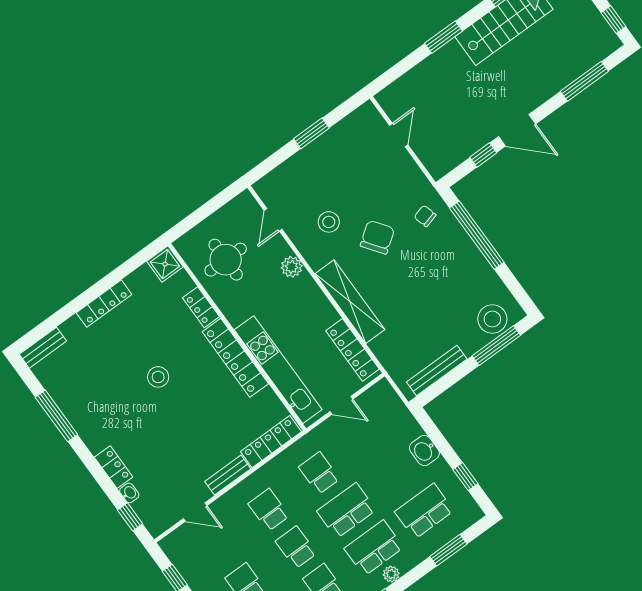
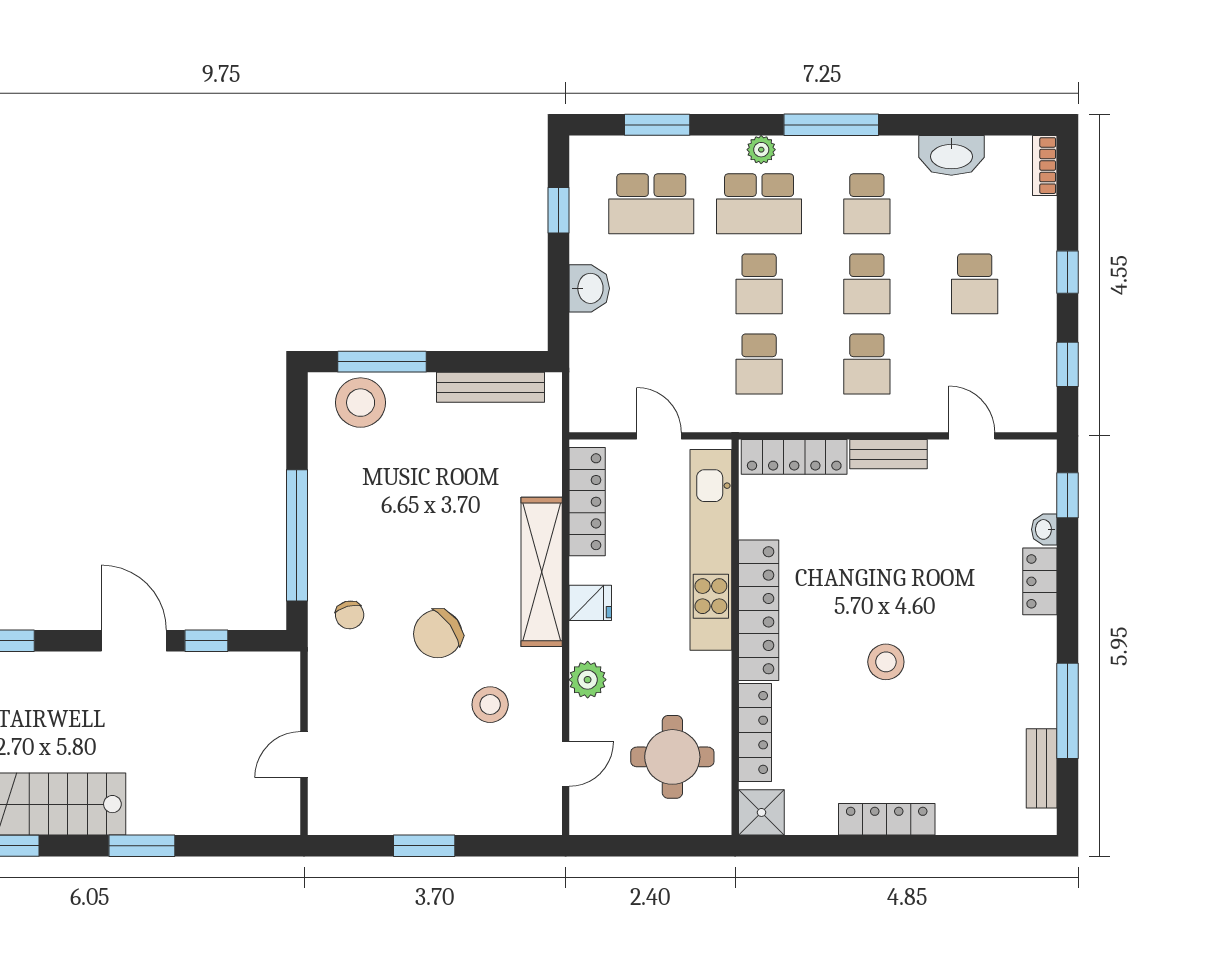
fridge: (317, 304) -> (590, 603), added
locker: (201, 307) -> (755, 733), width x1.53
bench: (43, 348) -> (1042, 768), moved, turned 90
school desk: (346, 511) -> (759, 284), width x0.54

